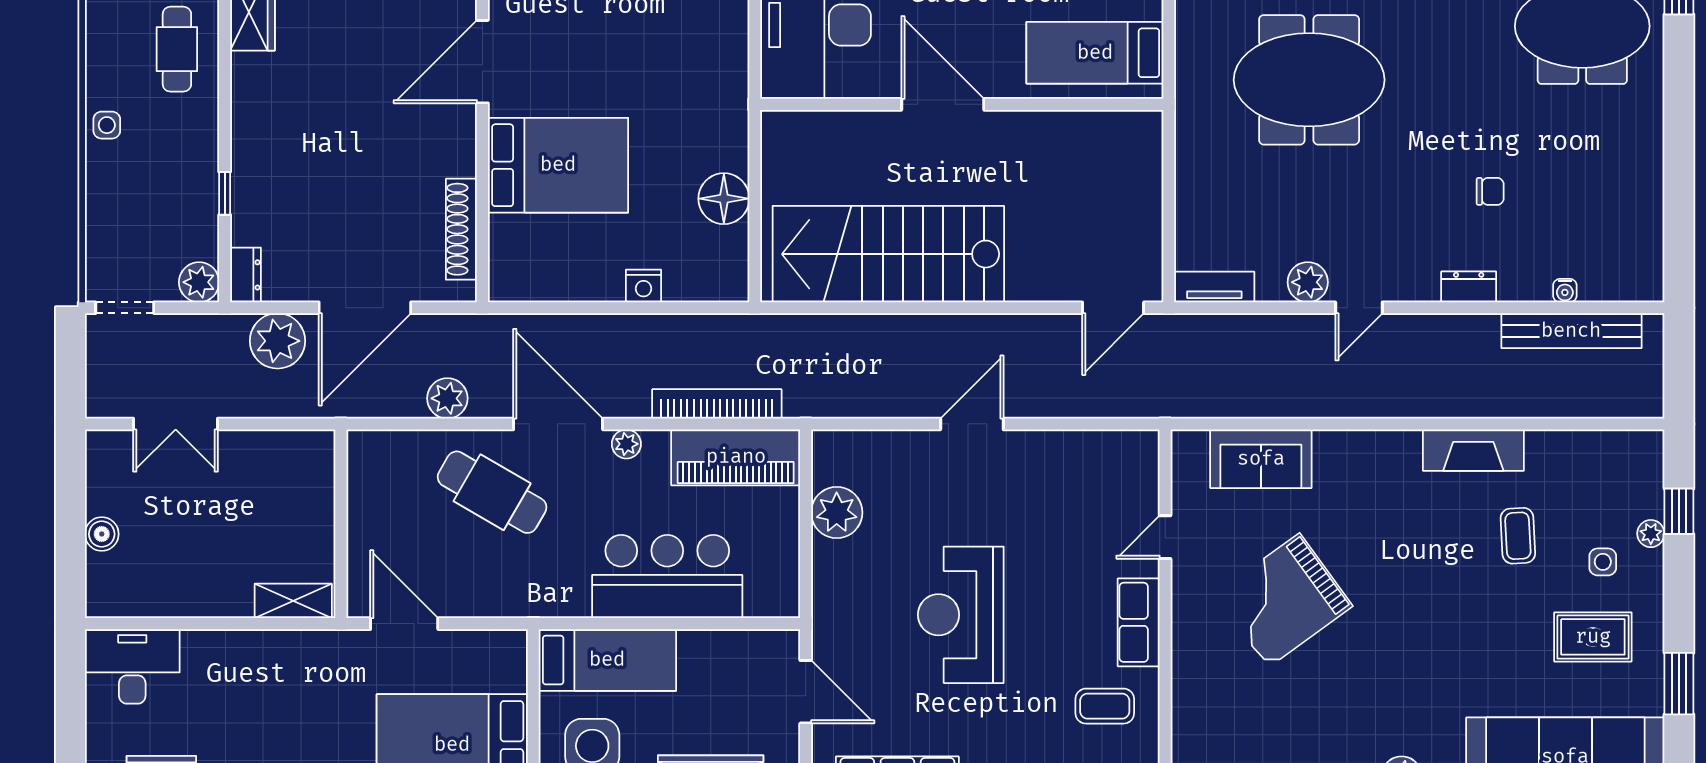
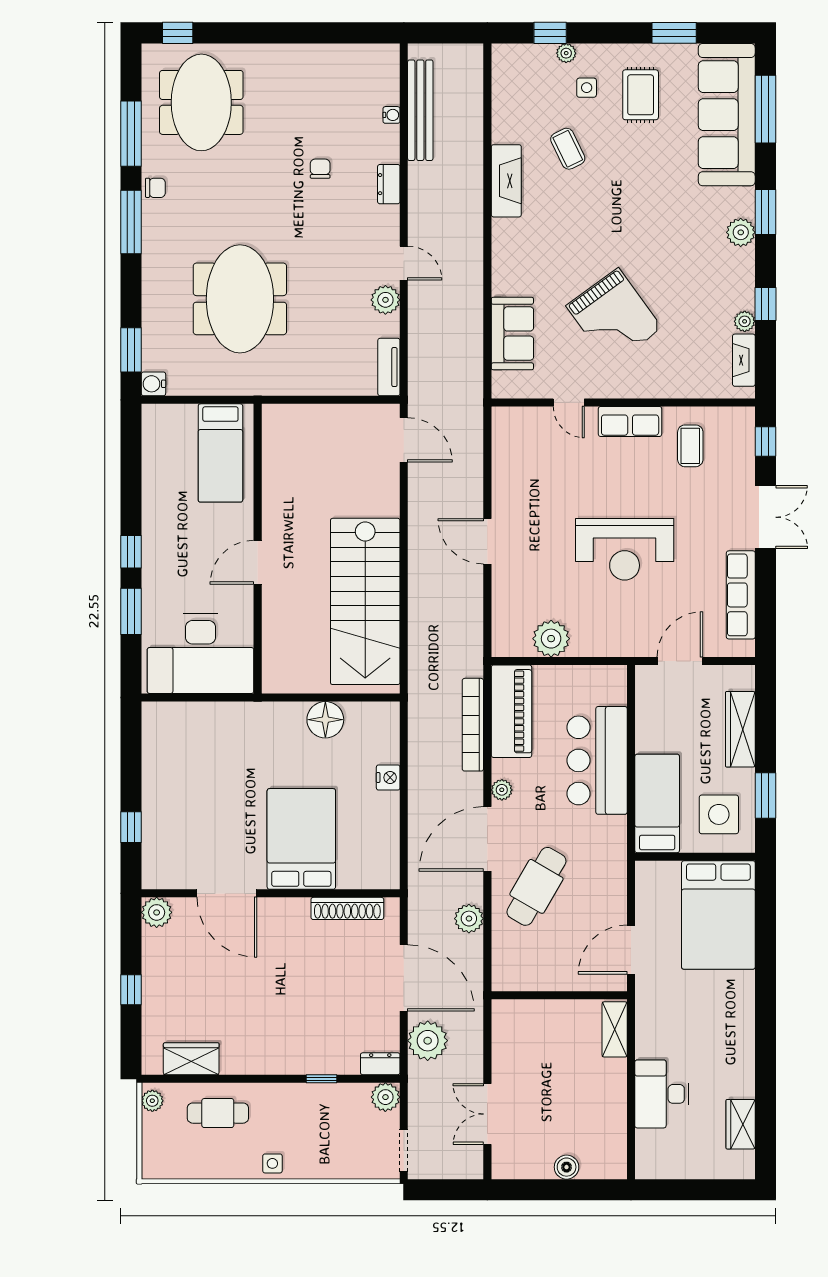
door: (943, 104) -> (258, 562), width x0.73
double door: (176, 424) -> (487, 1114), swing flipped
coffee table: (1518, 536) -> (568, 149), turned 67
desk: (132, 666) -> (662, 1094), moved

